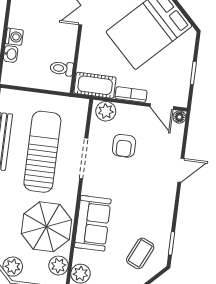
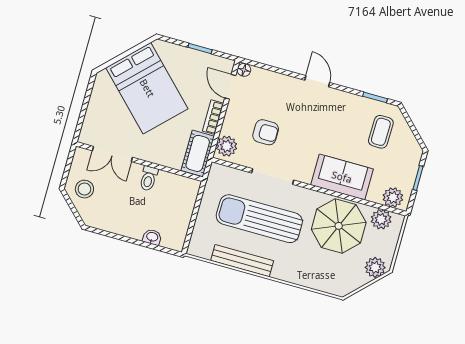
washing machine: (14, 37) -> (135, 231), removed
toilet: (62, 68) -> (149, 178), moved
door: (162, 107) -> (230, 87), swing flipped
door: (181, 170) -> (317, 81), moved
coffee table: (140, 253) -> (381, 132), turned 66

